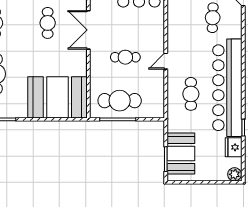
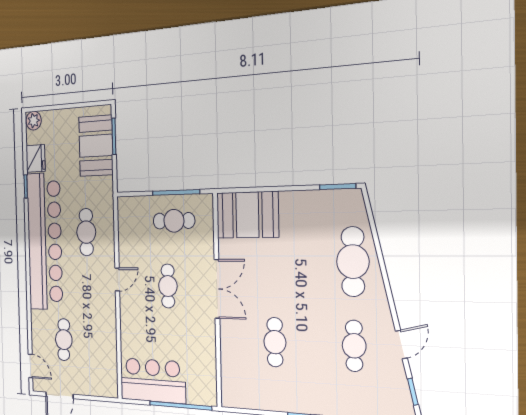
double door: (88, 30) -> (217, 289), moved
cafe table: (125, 57) -> (168, 286), turned 90
booth: (57, 97) -> (247, 215), width x0.73, depth x0.70
cafe table: (120, 101) -> (174, 221), width x0.73, depth x0.74

